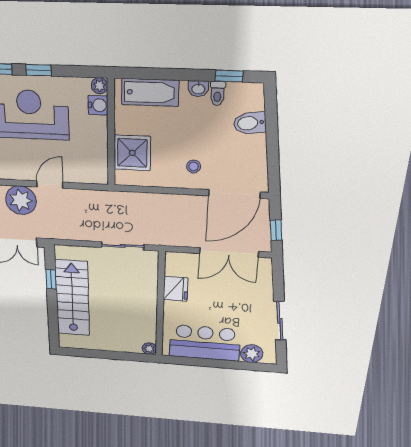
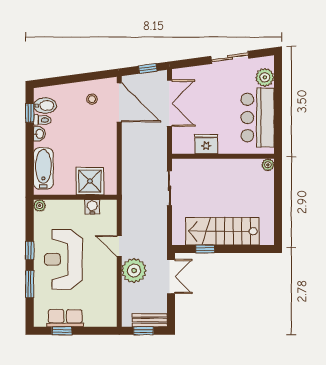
water cooler: (98, 105) -> (92, 207), moved
bidet: (250, 123) -> (45, 106), moved, turned -82
stool: (194, 166) -> (92, 99), moved

